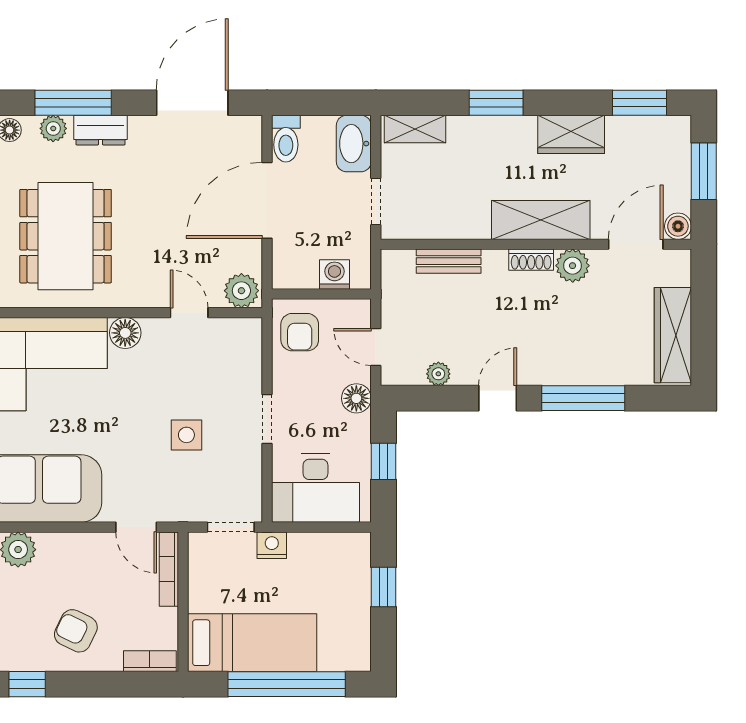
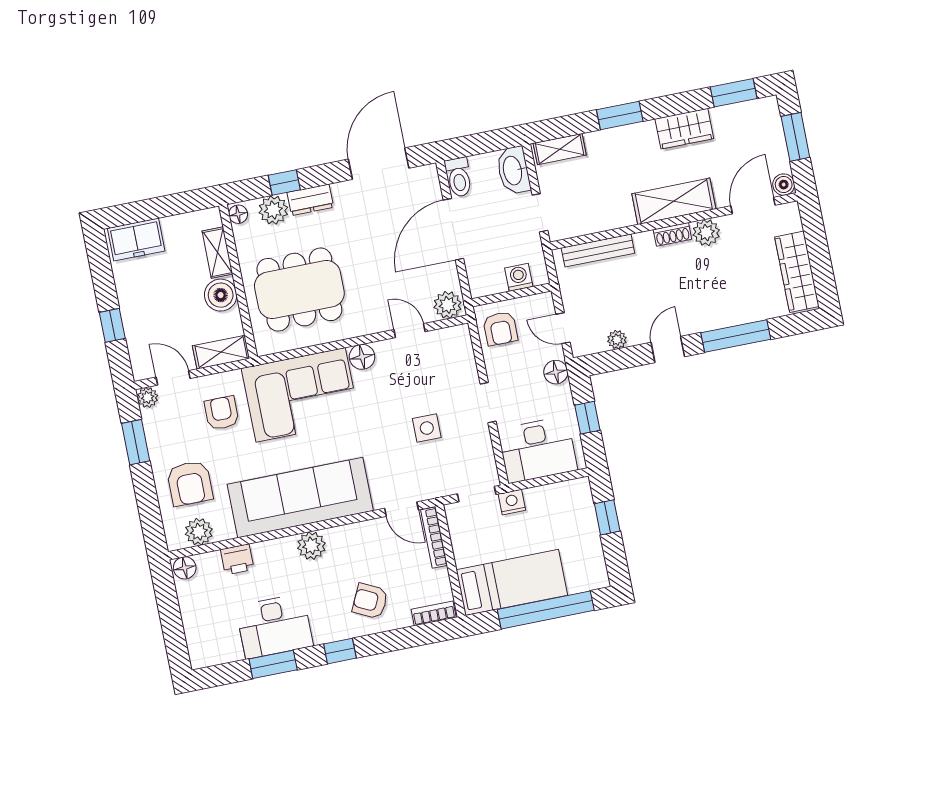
window: (73, 103) -> (284, 182), width x0.46
plant: (53, 128) -> (273, 210), width x1.38, depth x1.38
dining table: (66, 236) -> (299, 290), turned 90
bench: (449, 261) -> (598, 250), width x1.36

